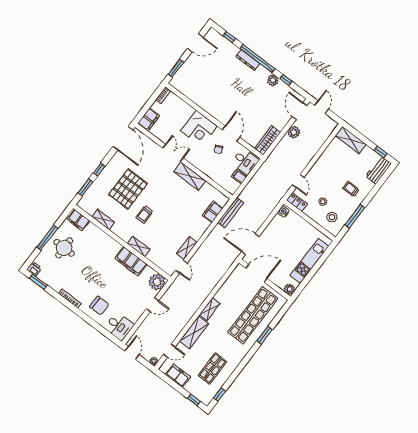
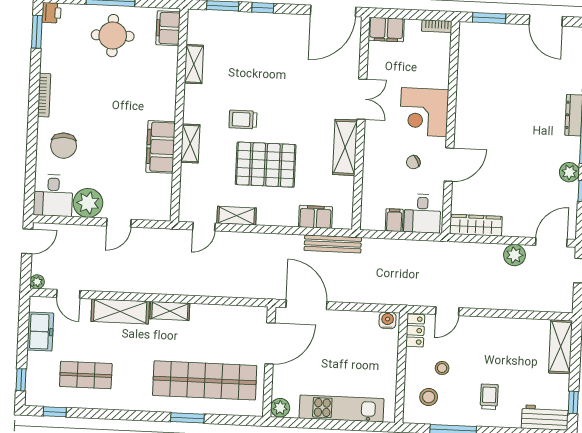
pallet: (128, 189) -> (266, 165), moved
door: (257, 273) -> (270, 343), hinge flipped
plant: (157, 282) -> (88, 203), moved
door: (153, 305) -> (119, 223), hinge flipped

